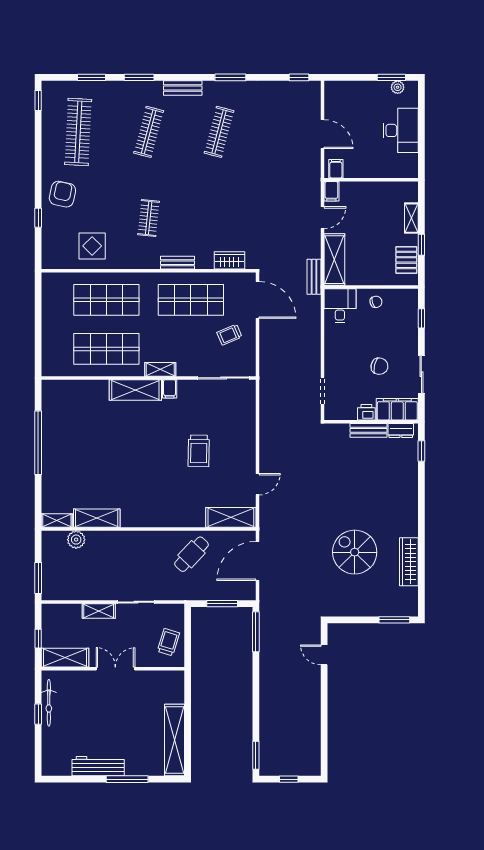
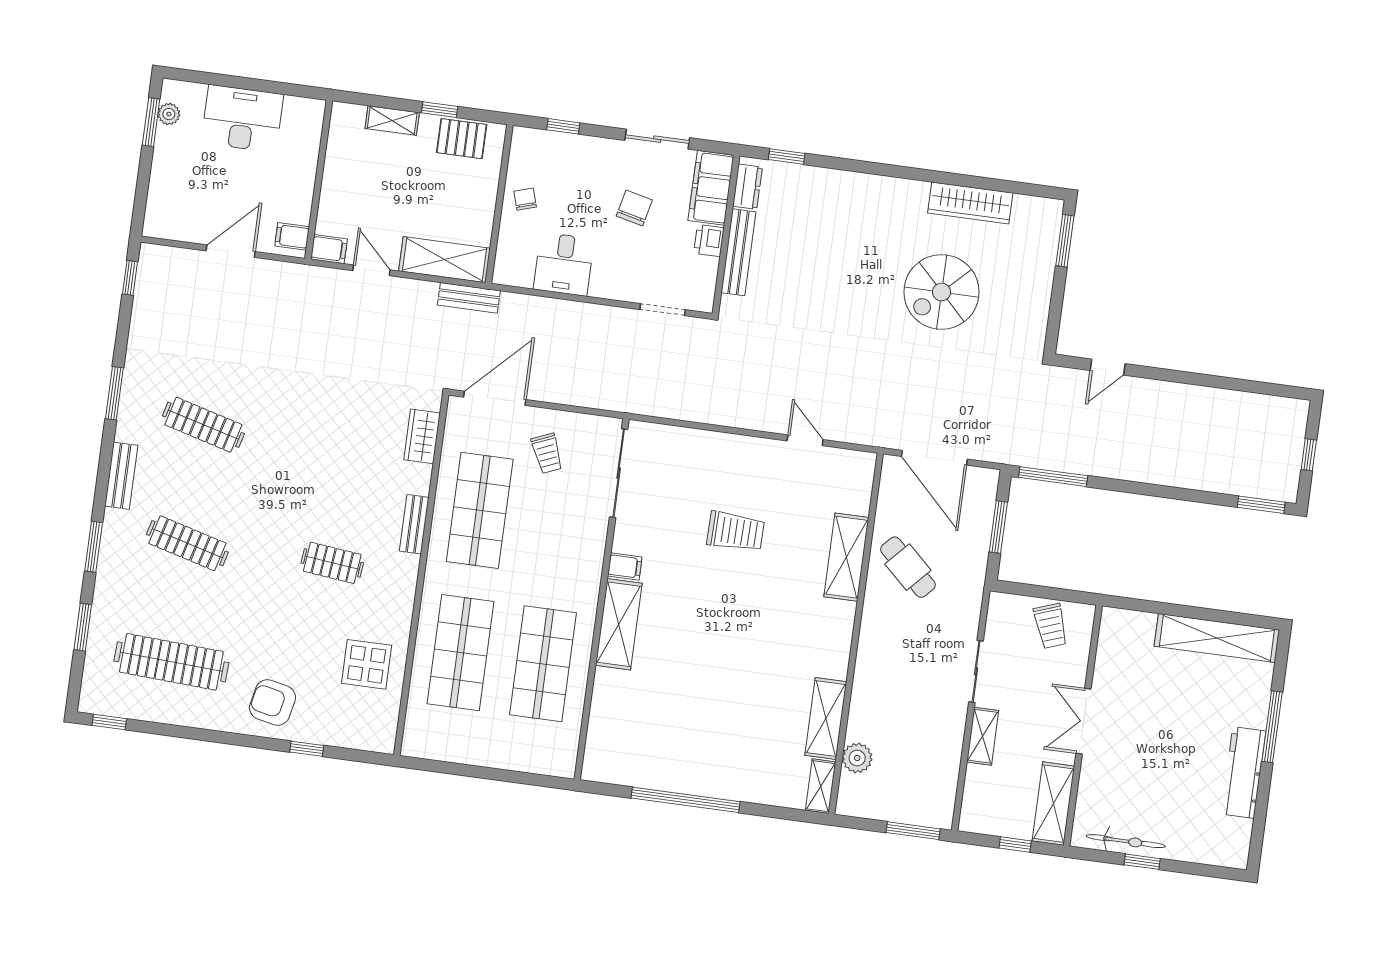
desk: (340, 306) -> (564, 264), moved, turned -90
shelving: (160, 369) -> (590, 578), removed
bench: (369, 430) -> (738, 252), width x1.36
shelving: (231, 517) -> (846, 557), moved
trolley: (168, 642) -> (1051, 626), turned -127

